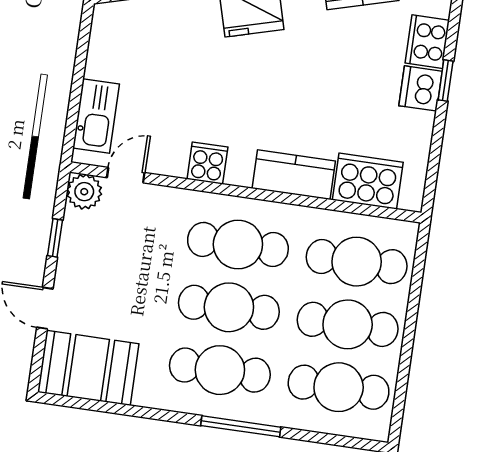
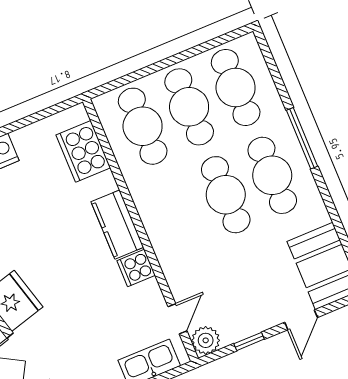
door: (126, 175) -> (177, 319), swing flipped
kitchen counter: (294, 175) -> (117, 225), moved
cafe table: (238, 244) -> (179, 214), removed

